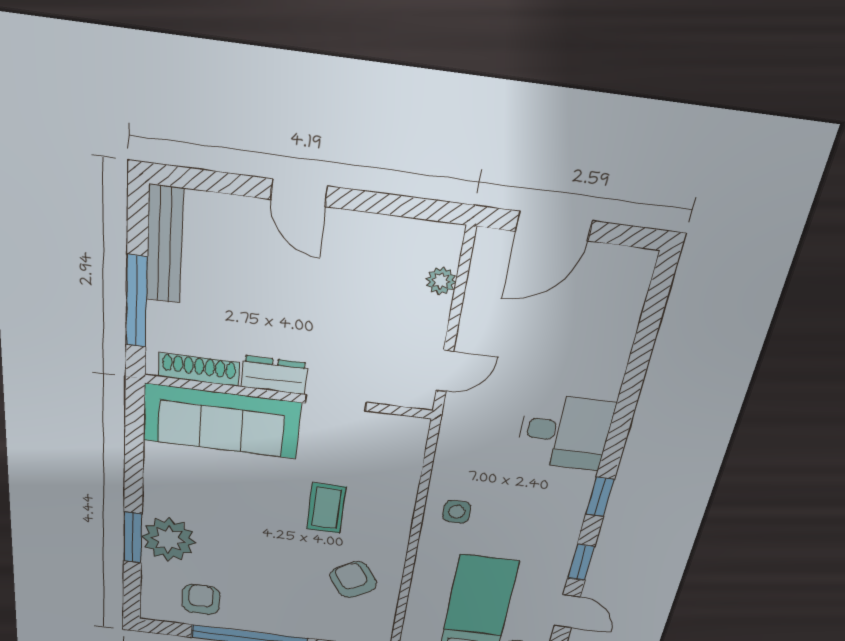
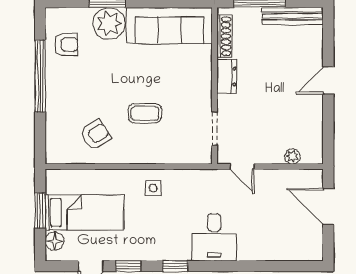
doorway: (336, 403) -> (215, 129), moved
sofa: (221, 421) -> (169, 25), moved, turned -90

